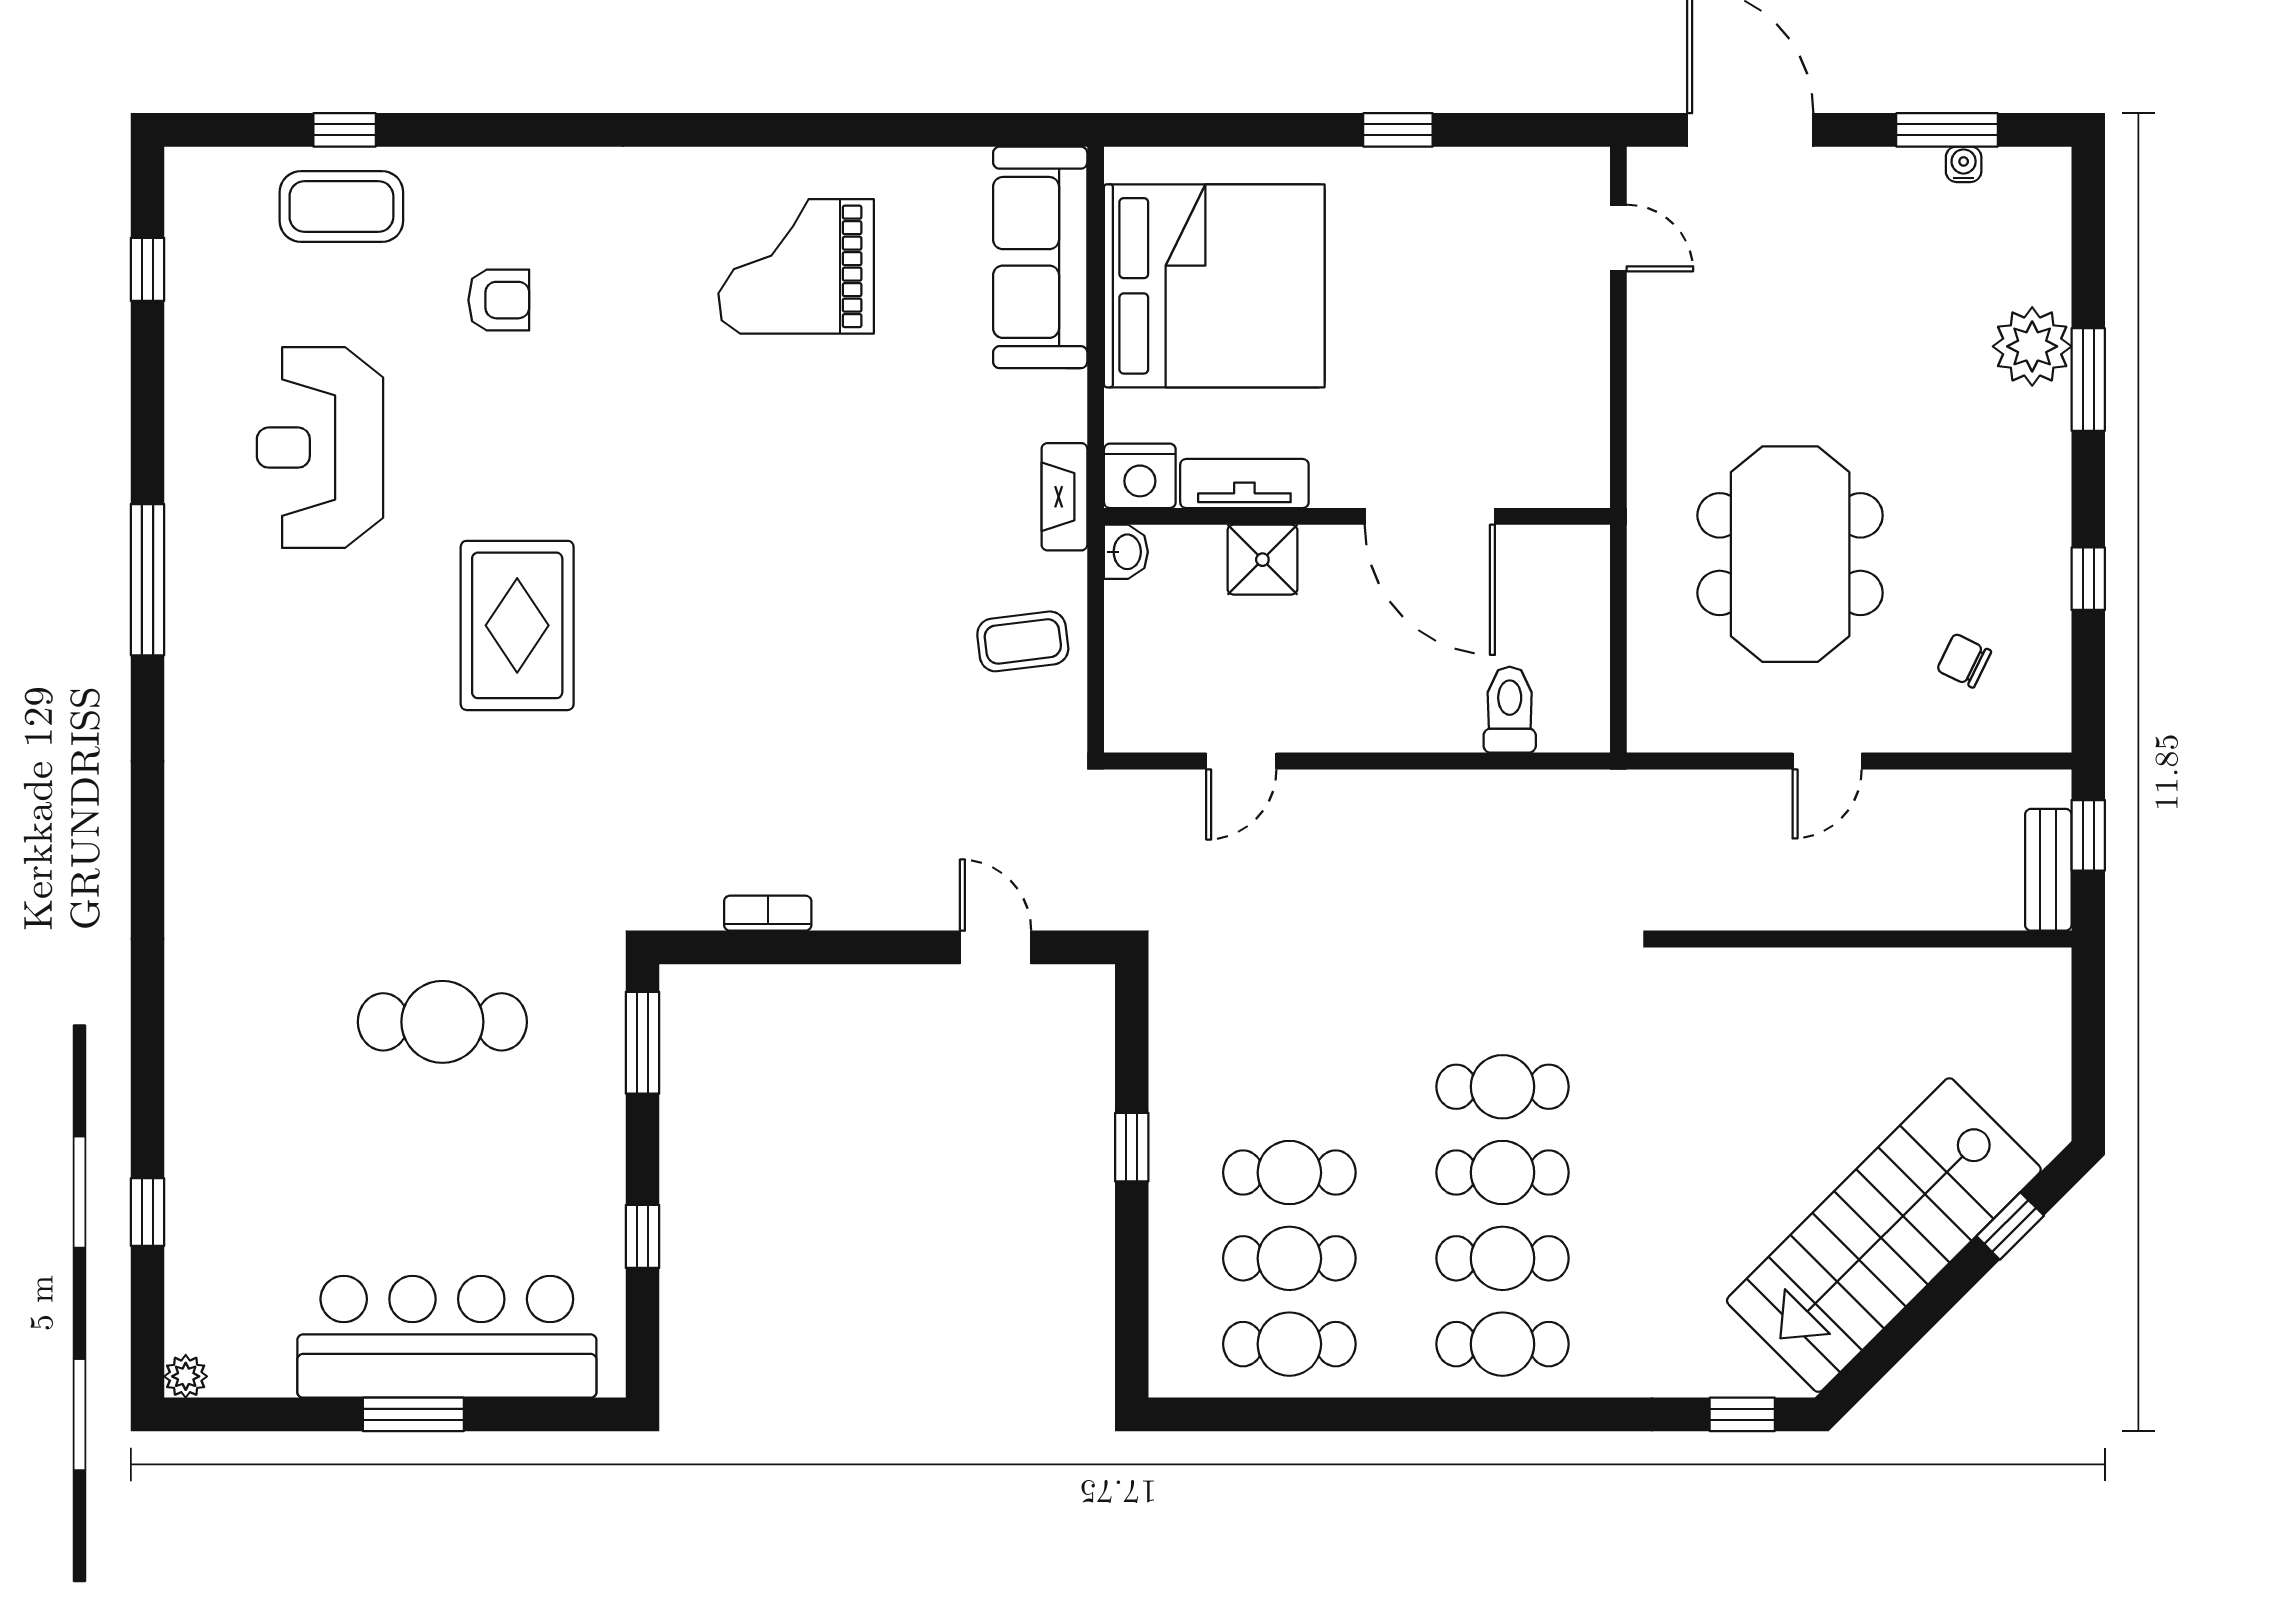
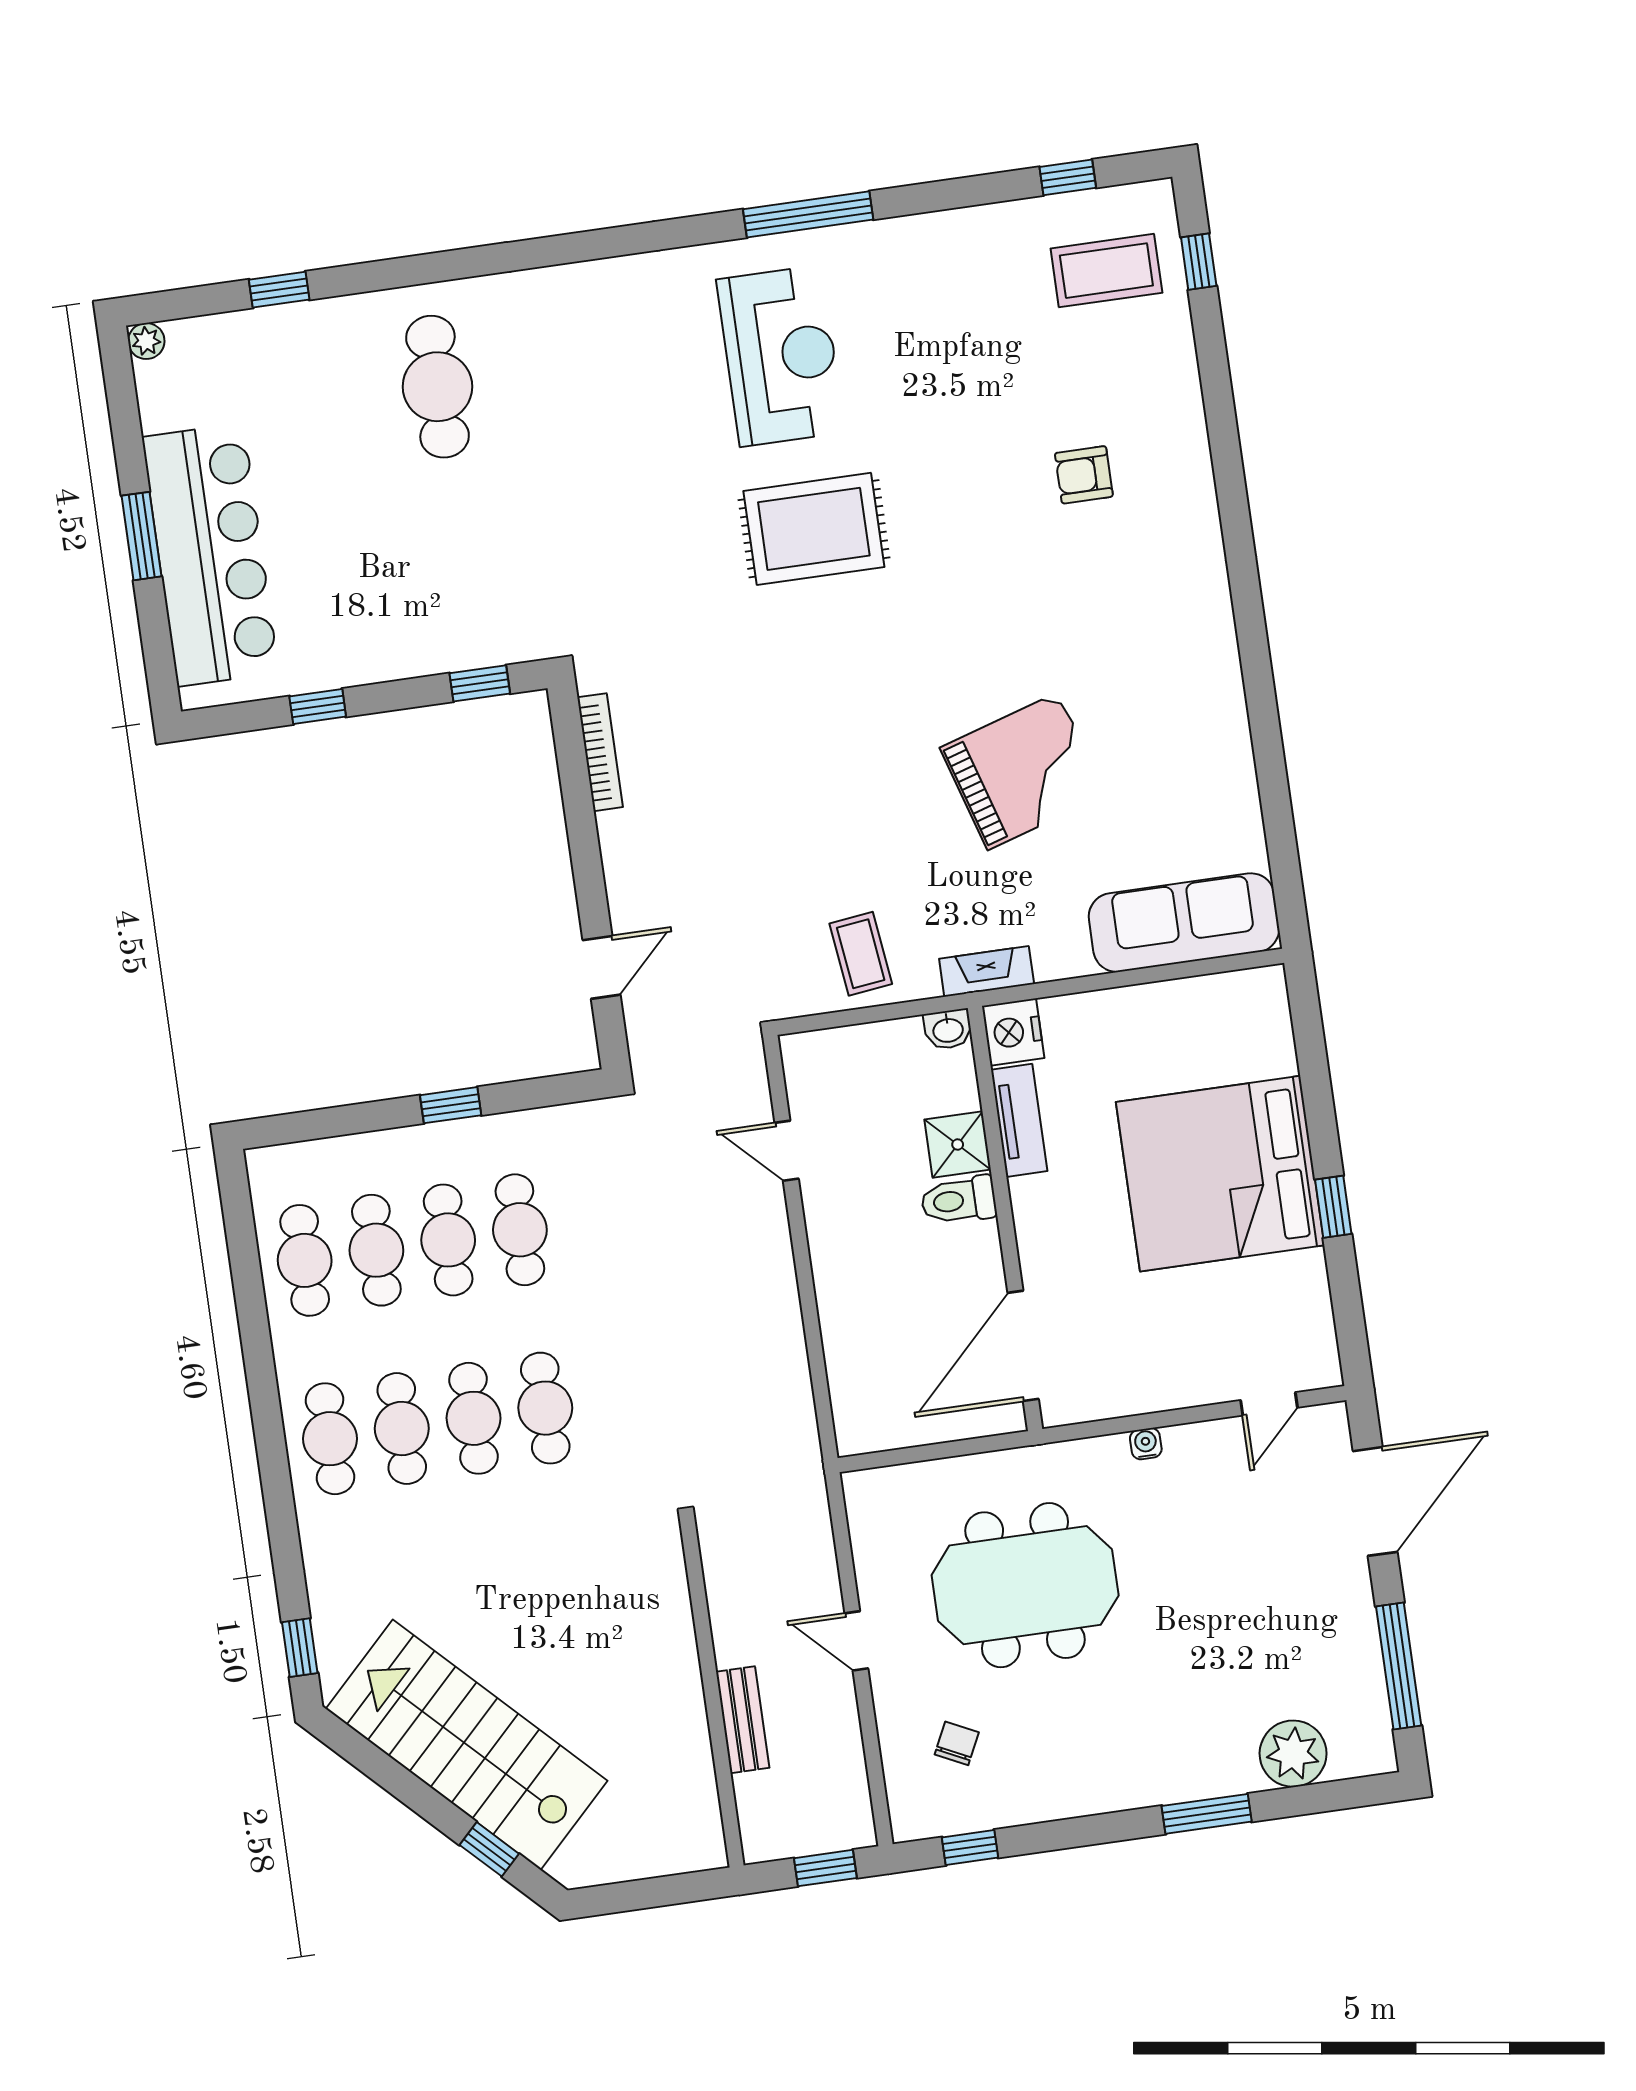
window: (345, 130) -> (1199, 262), moved
window: (1947, 130) -> (1399, 1666), width x1.44
water cooler: (1964, 164) -> (1146, 1444), moved, turned -90
coffee table: (341, 207) -> (1106, 271), moved, turned 90
grand piano: (796, 266) -> (1023, 771), moved, turned 73
bed: (1214, 286) -> (1220, 1174), moved, turned 90
armchair: (499, 300) -> (1084, 475), turned 90
plant: (2032, 346) -> (1293, 1754), moved
reception desk: (320, 448) -> (781, 356), moved, turned 90
door: (1430, 516) -> (1023, 1346), moved
window: (2088, 579) -> (970, 1847), moved
toilet: (1510, 710) -> (959, 1200), moved, turned 180
bench: (2048, 870) -> (743, 1720), moved, turned 90
bookcase: (768, 913) -> (600, 752), width x1.56
cafe table: (442, 1022) -> (437, 387), moved
window: (642, 1043) -> (480, 683), width x0.67
cafe table: (1289, 1087) -> (520, 1230), added

